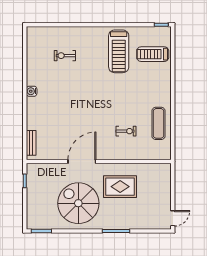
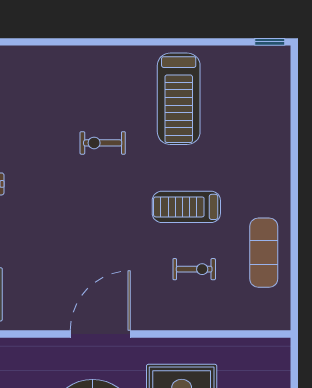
treadmill: (153, 54) -> (186, 207), moved
exercise bike: (65, 56) -> (103, 143), moved

